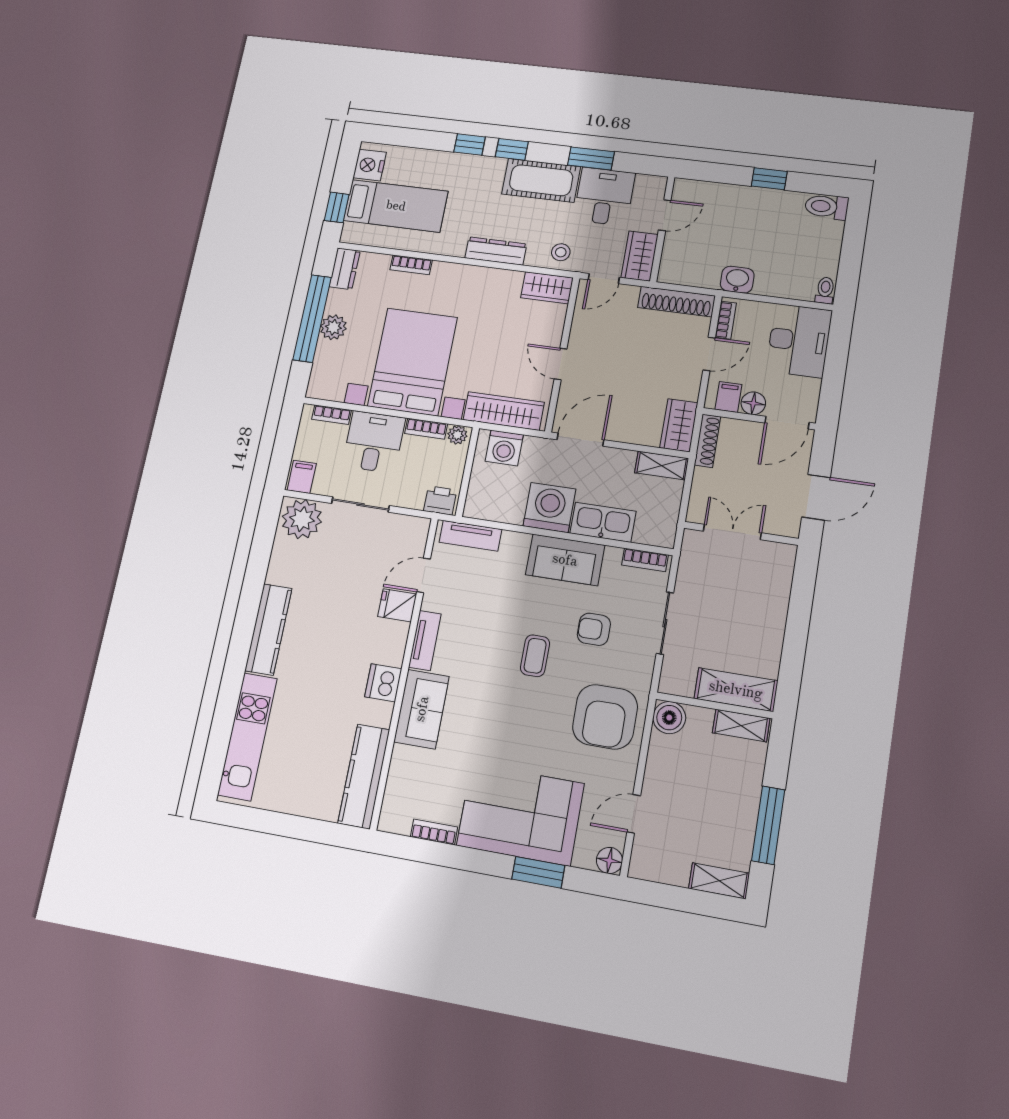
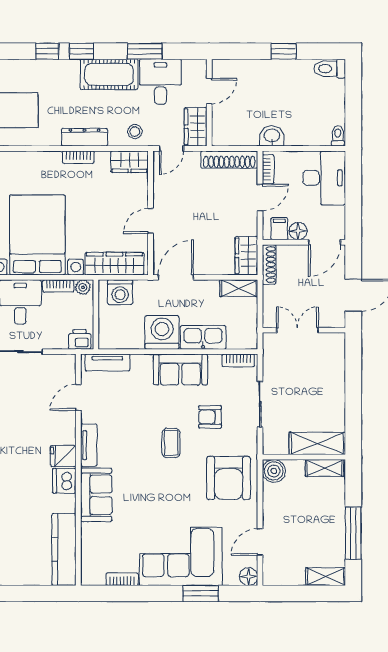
bookcase: (411, 265) -> (78, 157), moved
door: (561, 364) -> (151, 221), hinge flipped
fridge: (397, 605) -> (63, 456), moved

